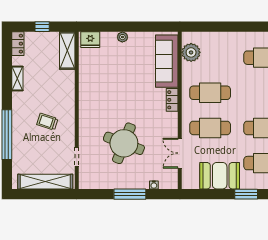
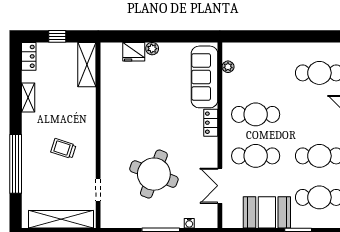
fridge: (90, 40) -> (134, 52), moved
plant: (191, 52) -> (228, 67), width x0.53, depth x0.53

